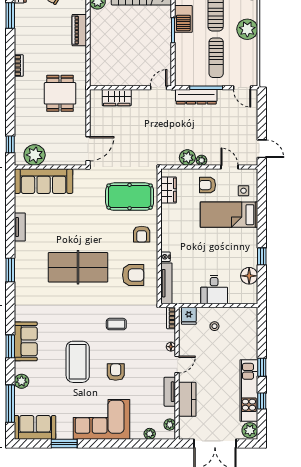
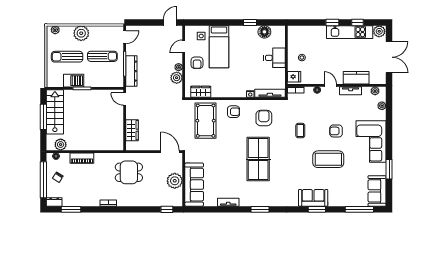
plant: (35, 155) -> (175, 181), moved
plant: (22, 381) -> (343, 201), removed

